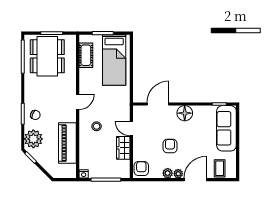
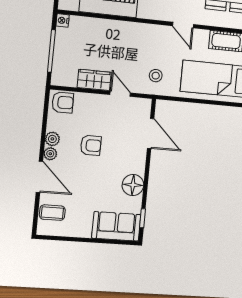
door: (78, 102) -> (183, 25), moved
floor lamp: (185, 113) -> (133, 185), moved
stool: (97, 126) -> (156, 76), moved
sofa: (226, 128) -> (116, 226), width x0.73
door: (131, 129) -> (120, 94), hinge flipped

